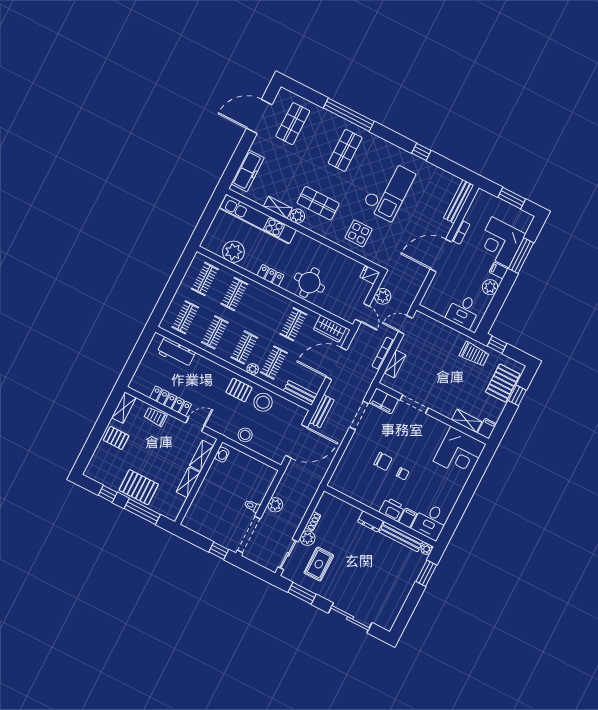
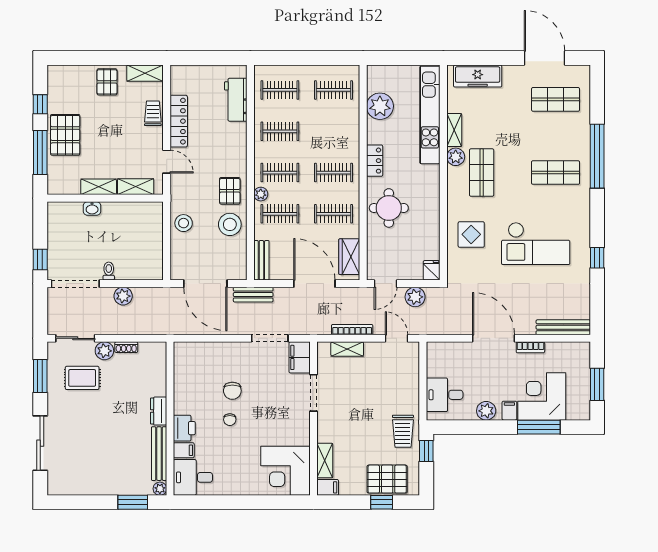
clothes rail: (234, 294) -> (334, 173), moved
washbasin: (222, 455) -> (92, 209), moved

